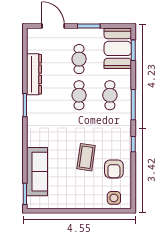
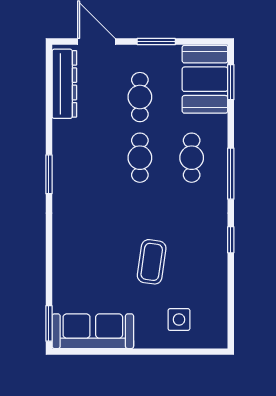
dresser: (34, 74) -> (64, 84), moved
armchair: (114, 169) -> (198, 282), removed
sofa: (37, 172) -> (93, 331), moved, turned -90
side table: (114, 198) -> (179, 320), moved

